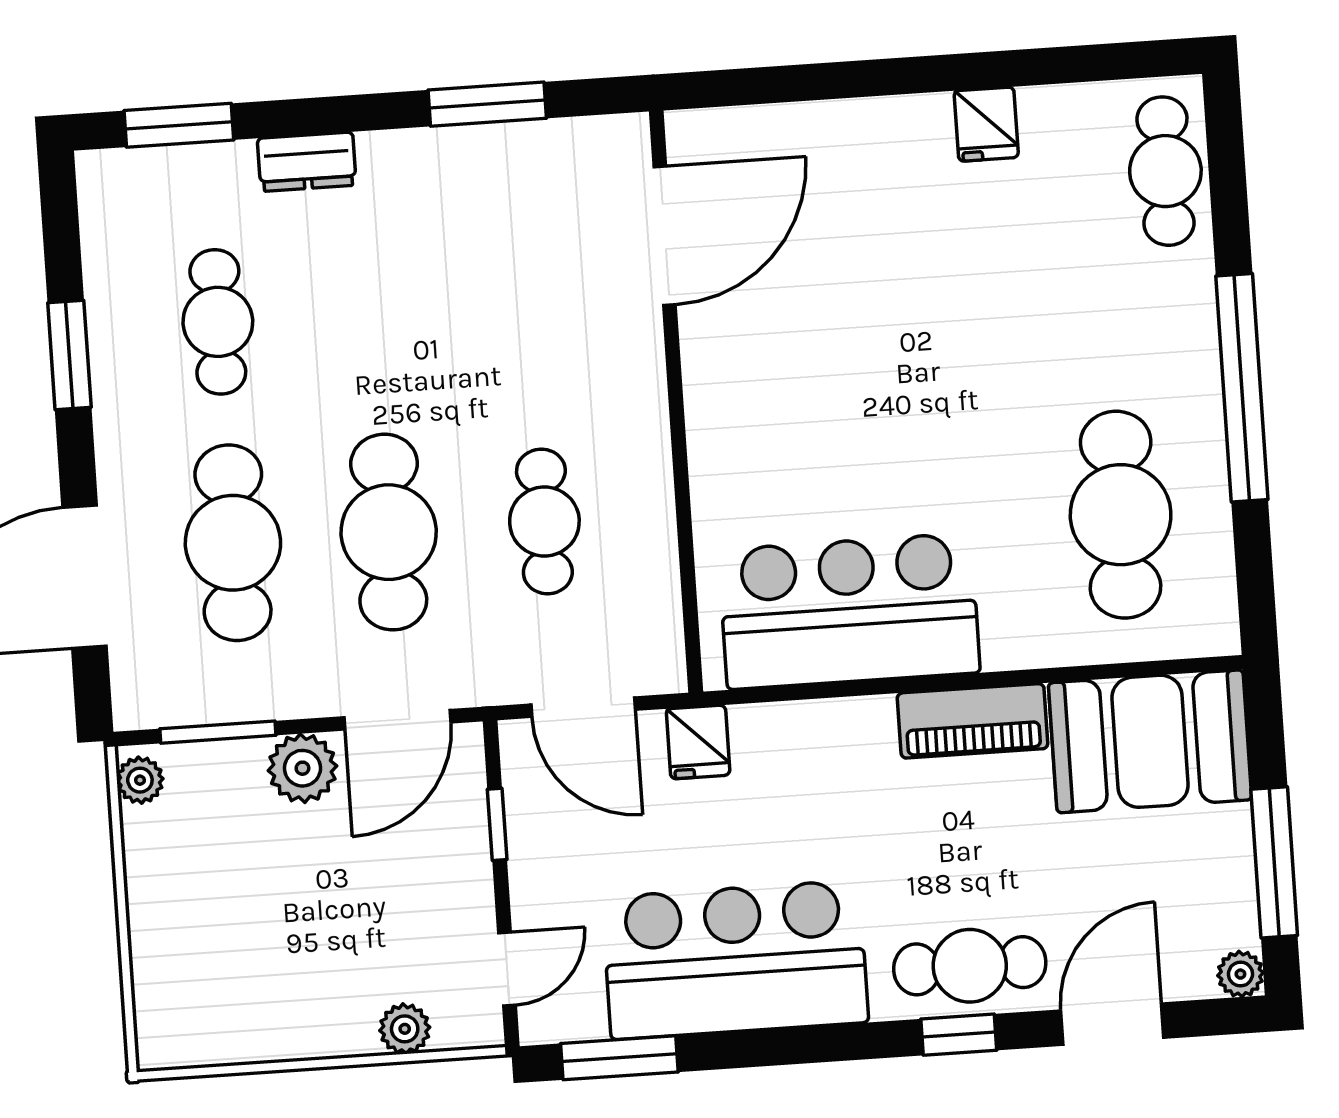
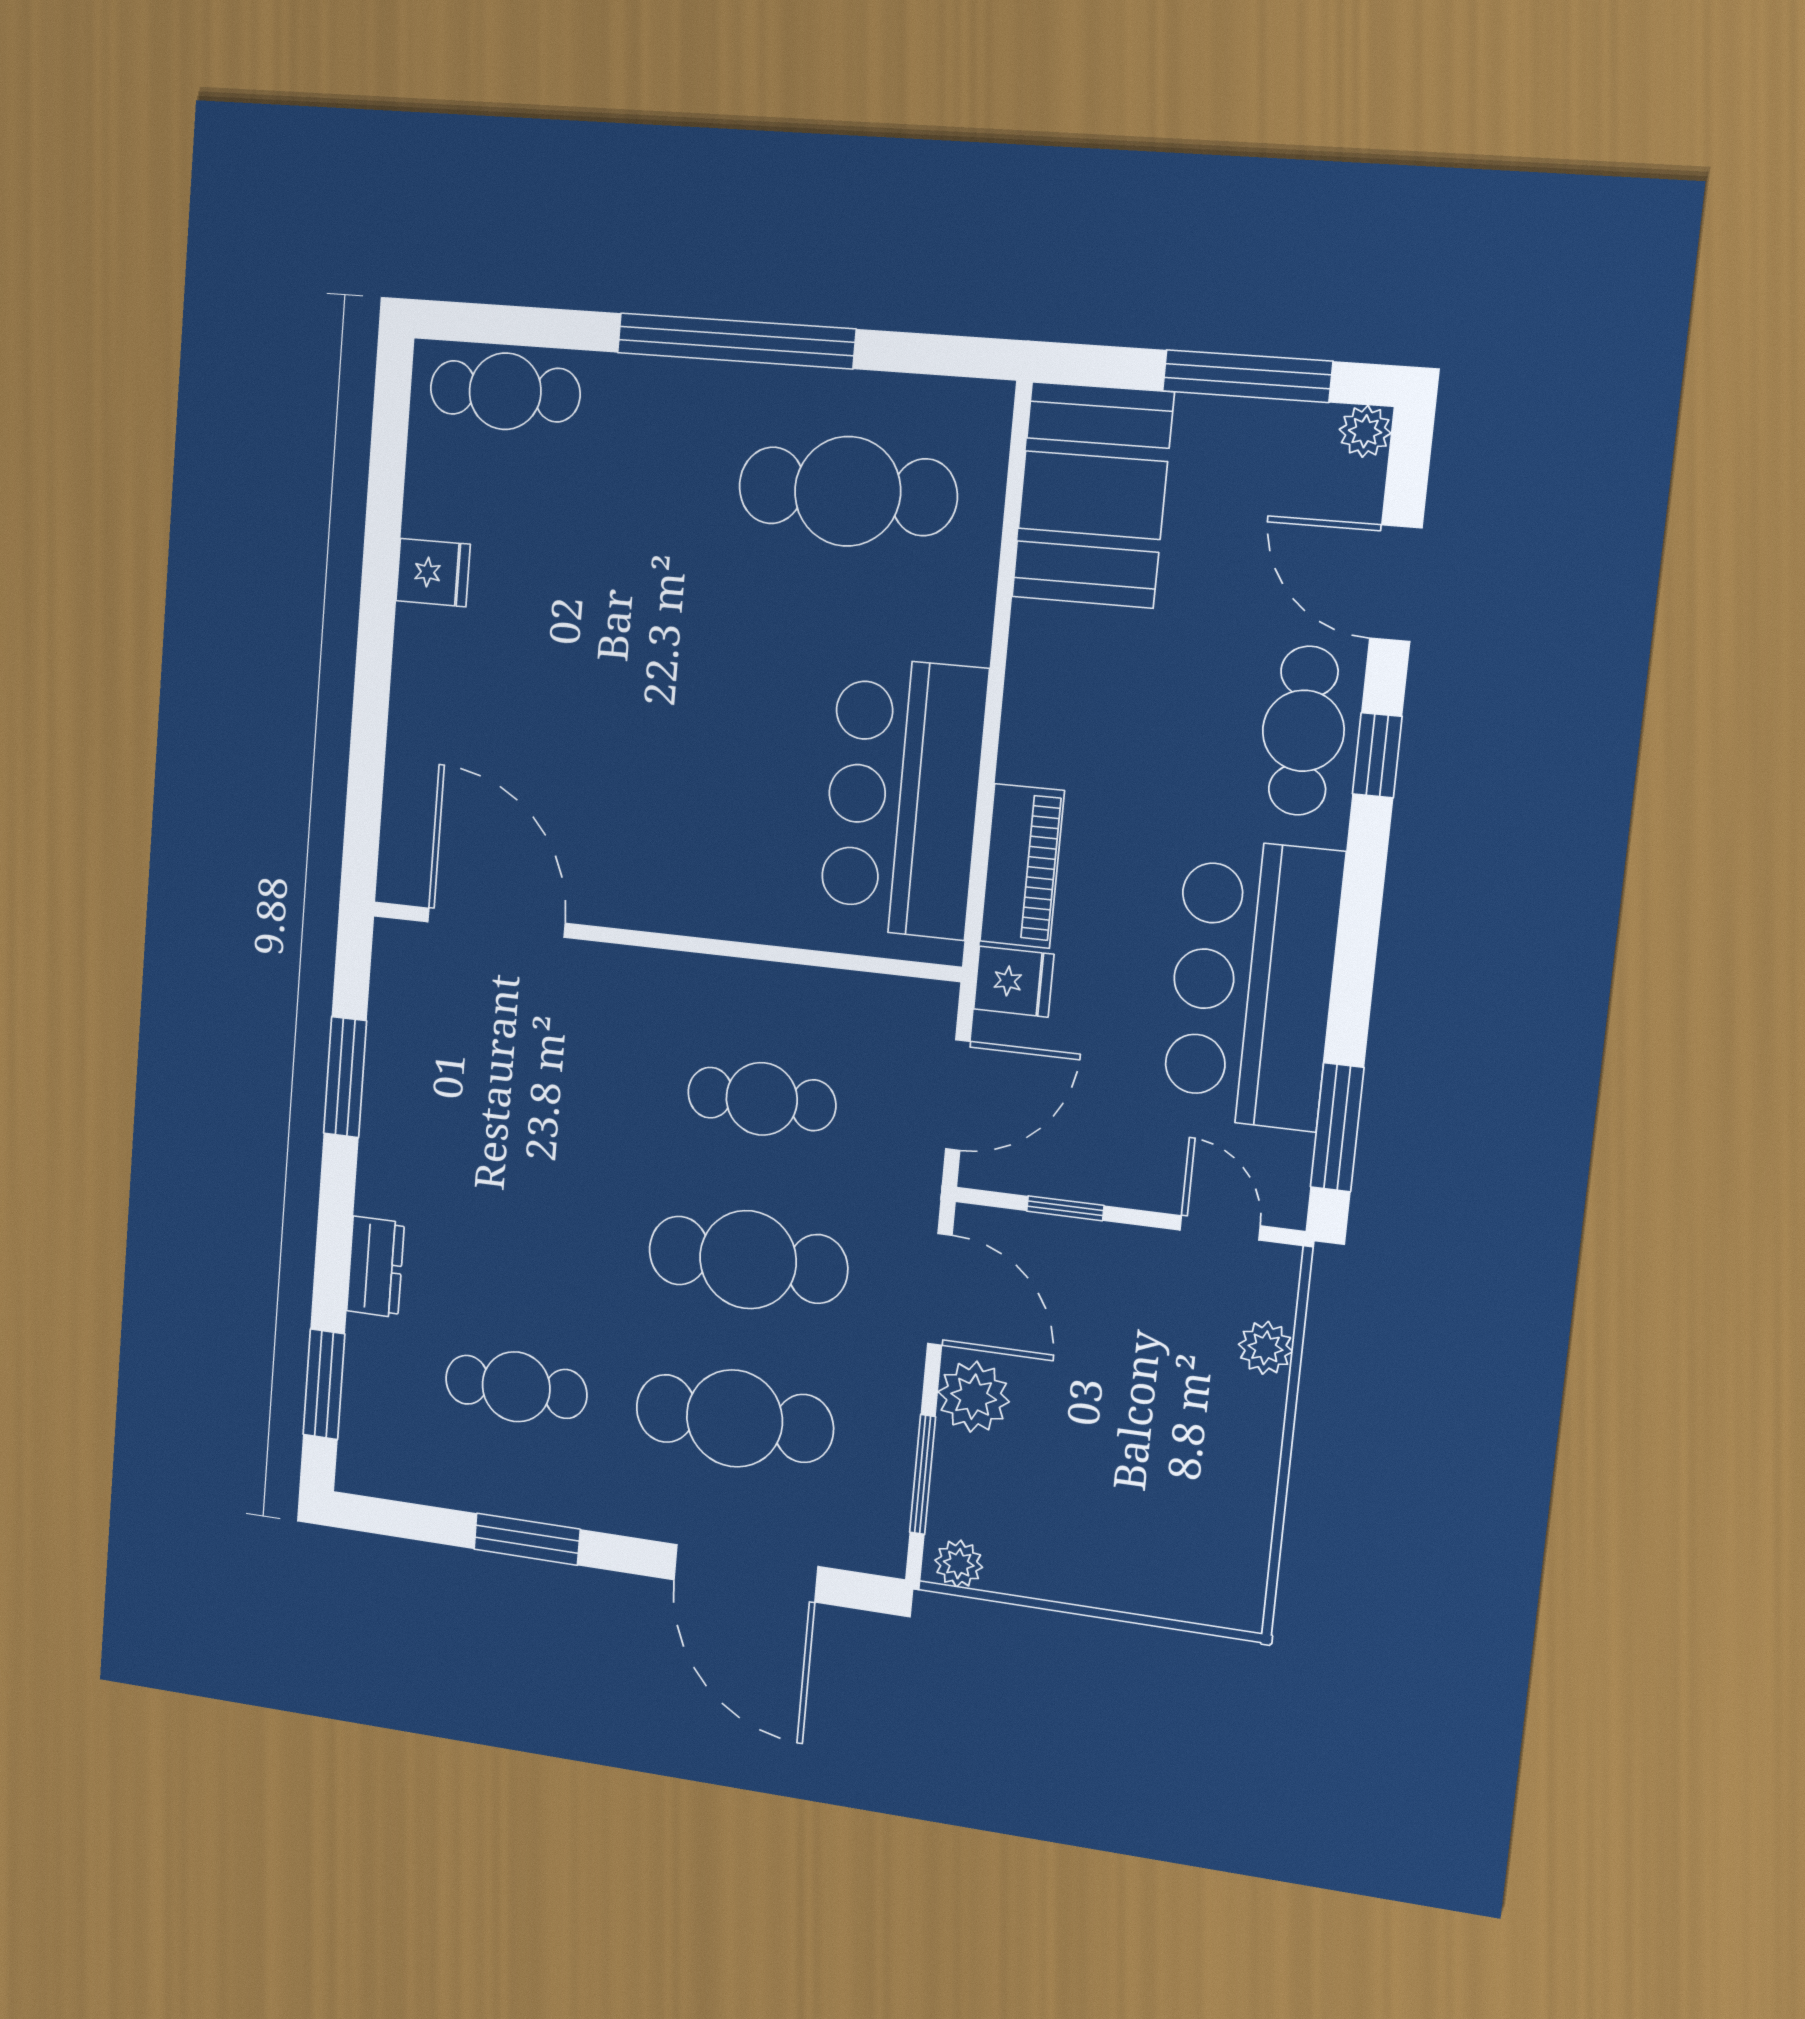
piano: (973, 721) -> (1022, 866), moved

